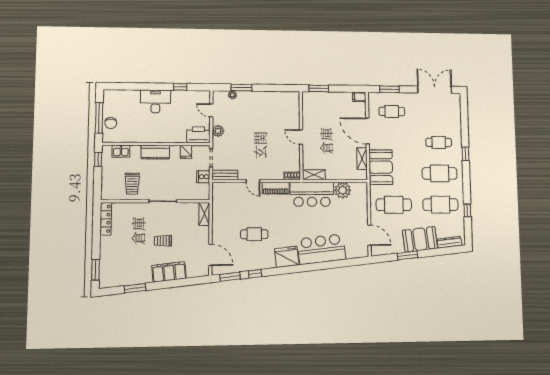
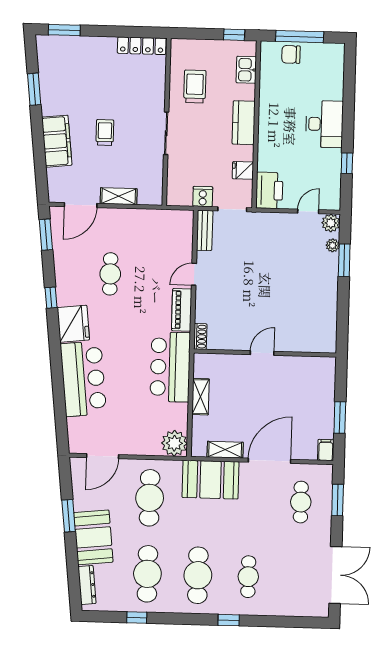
window: (319, 88) -> (340, 418), moved
plant: (218, 131) -> (331, 223), moved
shelving: (314, 175) -> (200, 397), moved
trolley: (132, 184) -> (195, 87), turned 90
plant: (343, 190) -> (174, 443), moved
shelving: (204, 214) -> (119, 196), moved
window: (255, 274) -> (51, 298), moved

